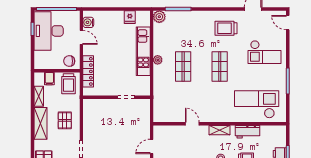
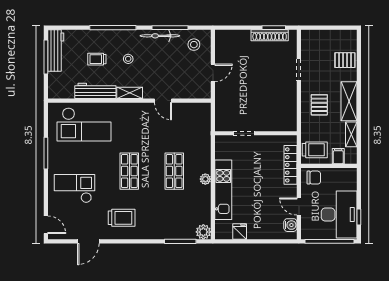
trolley: (68, 84) -> (315, 150), turned 90
workbench: (247, 132) -> (95, 91), width x1.38

